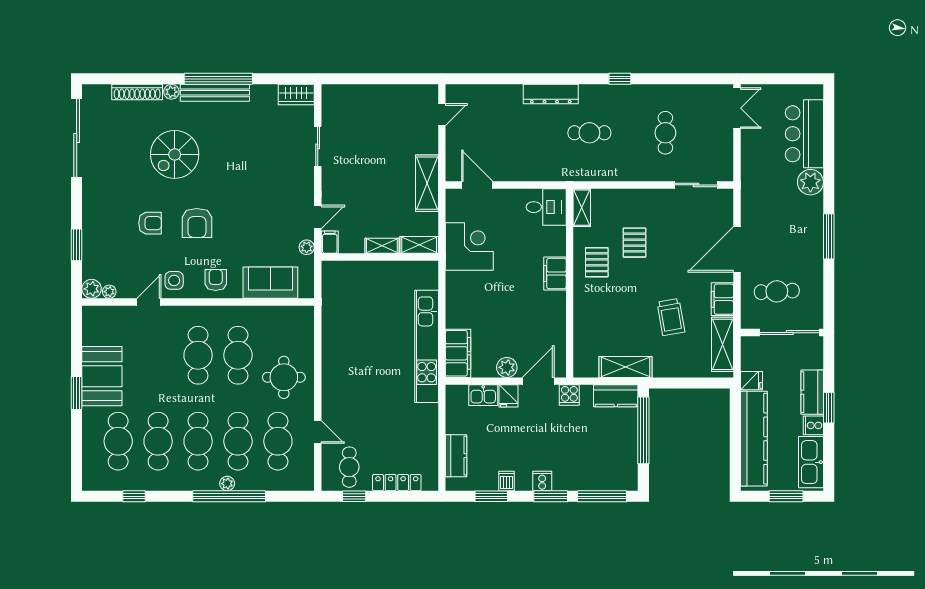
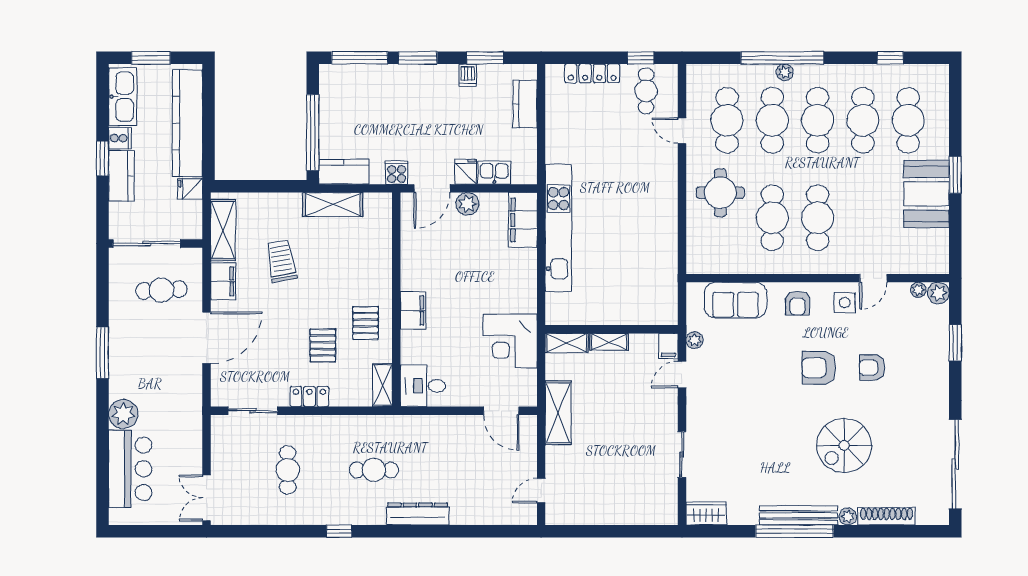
spiral stairs: (175, 154) -> (844, 445), turned 180
locker: (646, 198) -> (309, 397), added
armchair: (197, 223) -> (819, 368), turned -90
cooker: (542, 481) -> (427, 75), removed

